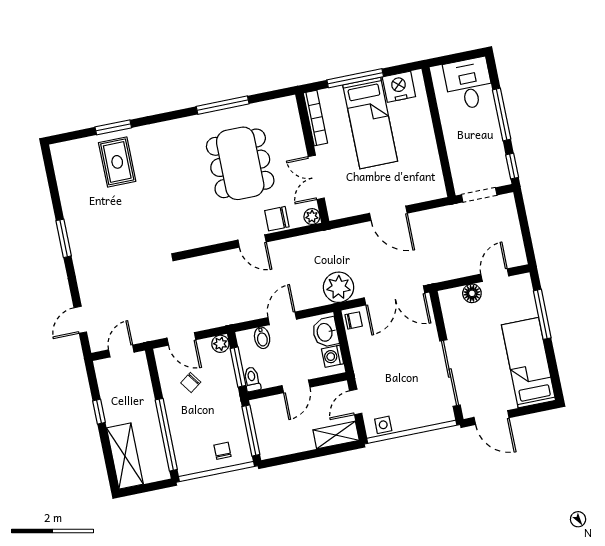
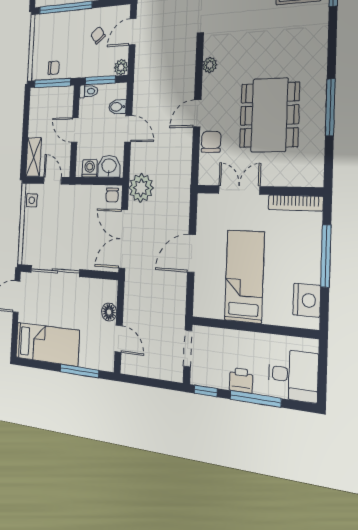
bed: (370, 123) -> (244, 276), moved, turned 90
printer: (490, 133) -> (241, 380), added
dining table: (240, 163) -> (269, 115), turned 90
plant: (312, 217) -> (210, 65), moved
chair: (222, 451) -> (54, 68), moved

